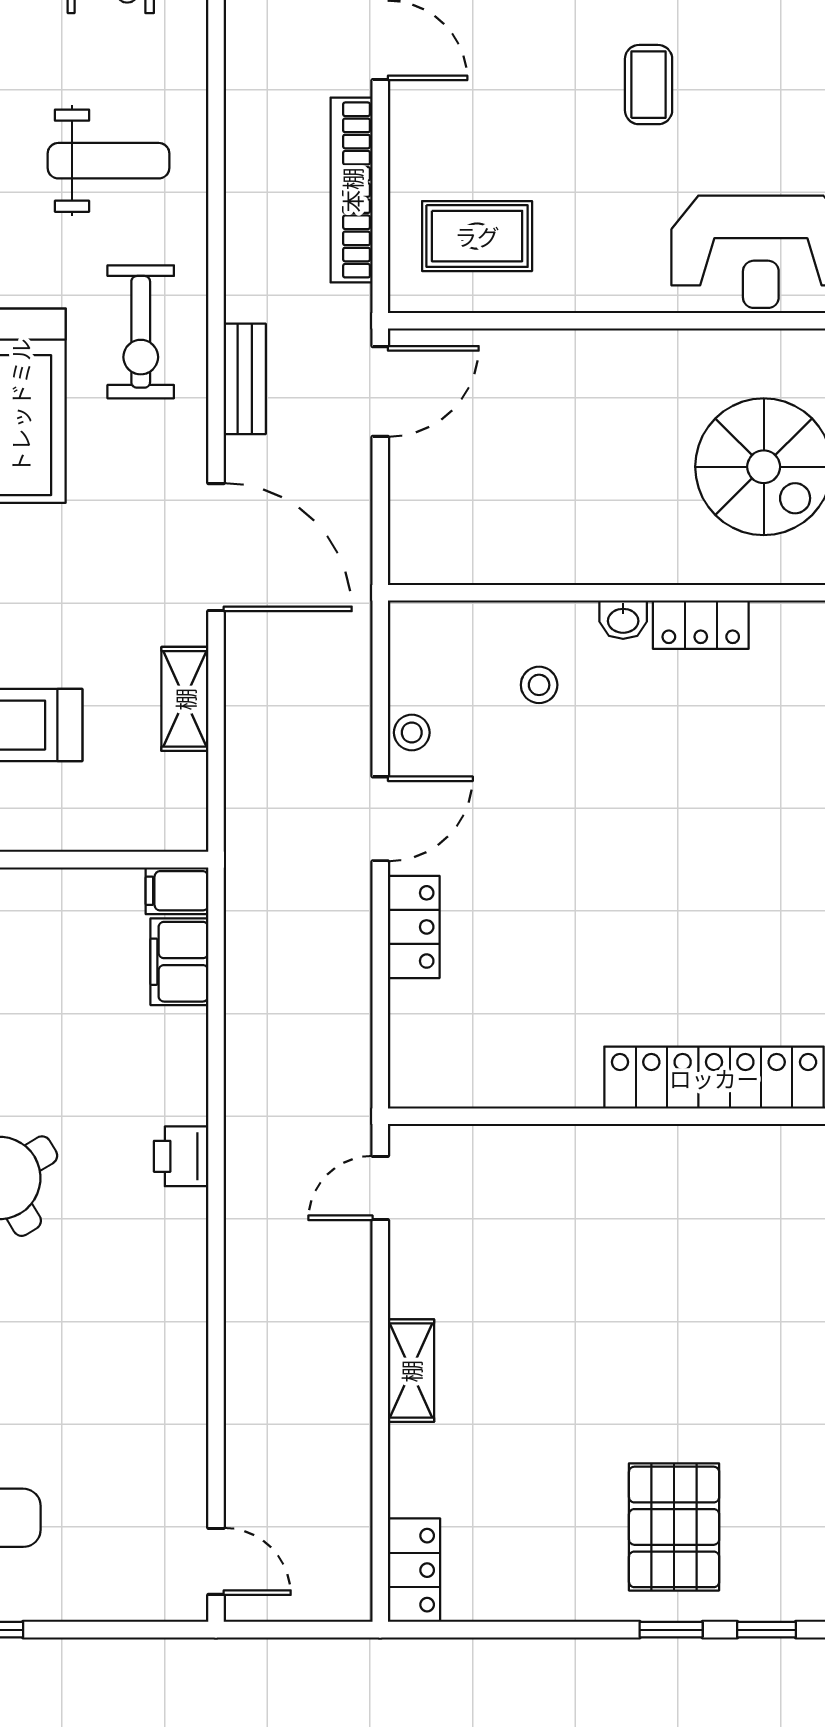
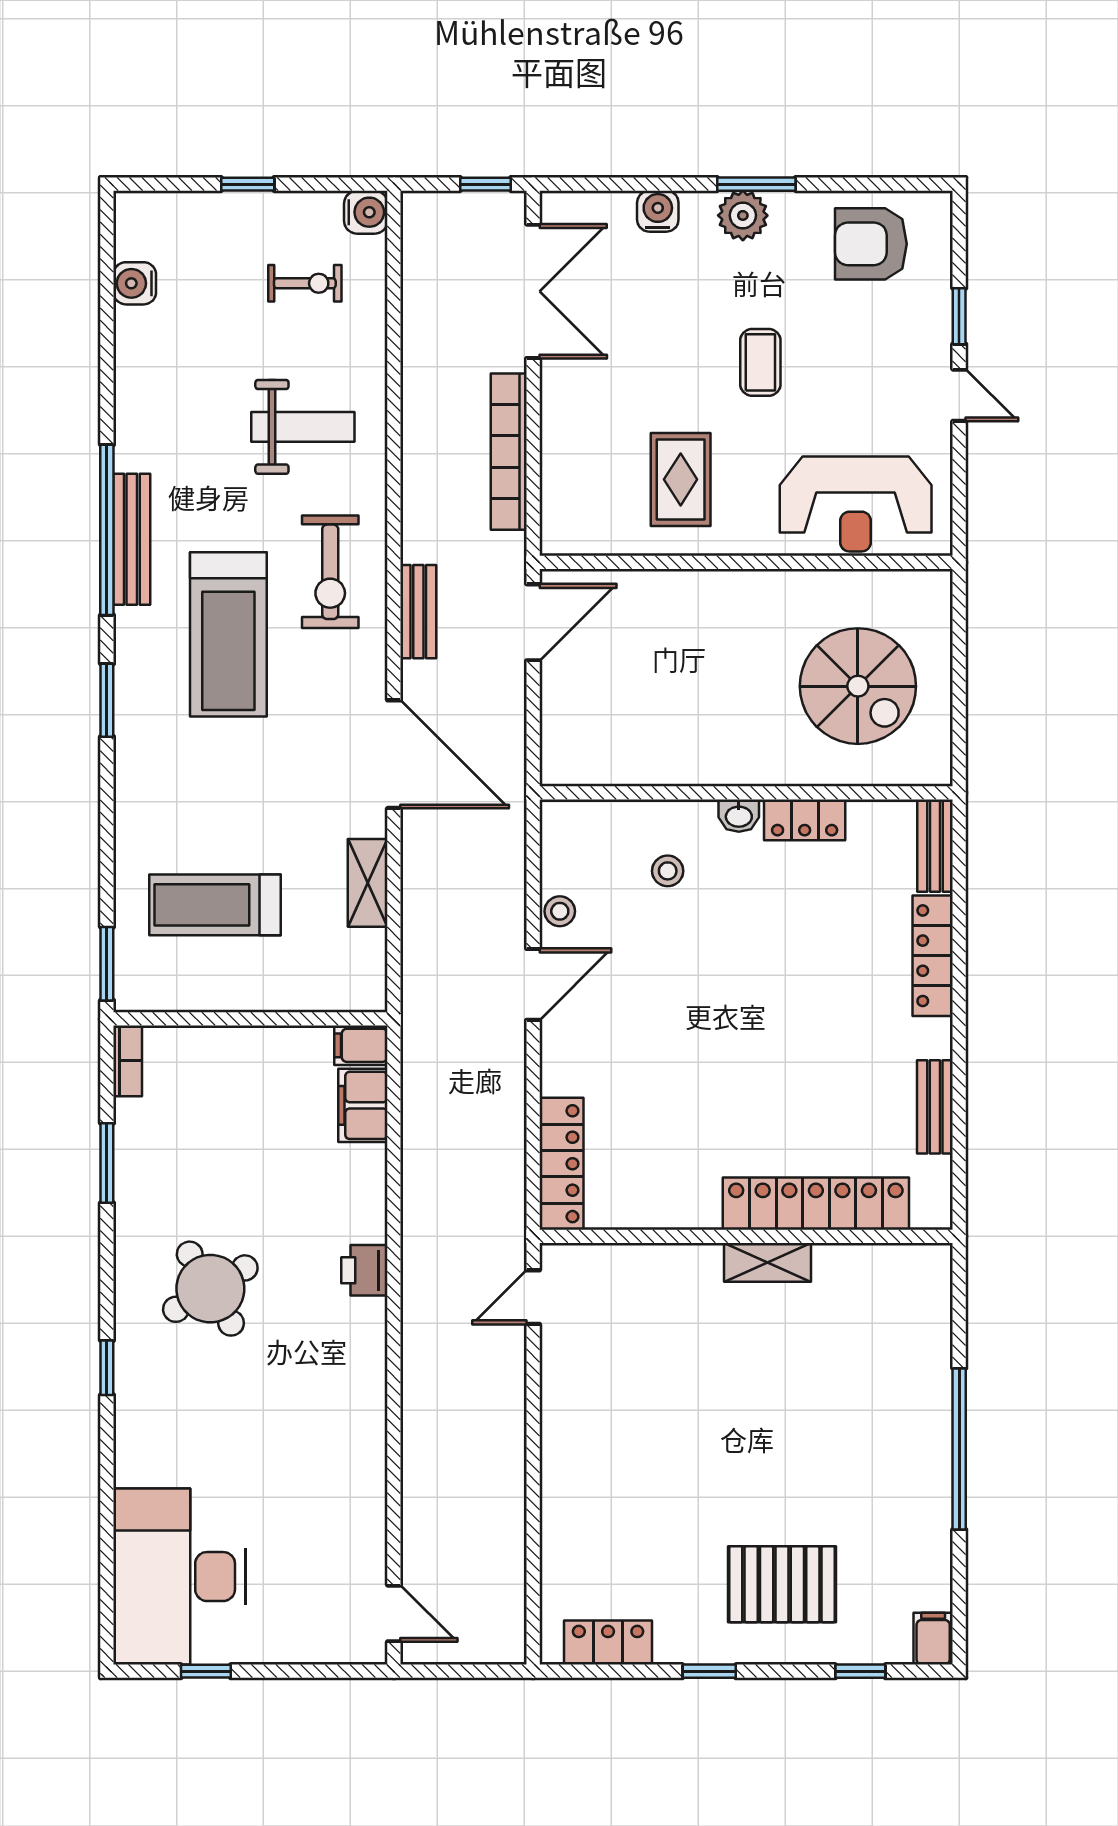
rug: (477, 236) -> (681, 479), moved, turned 90
locker: (414, 927) -> (561, 1164), moved, width x1.53
shelving: (411, 1371) -> (767, 1262), moved, turned 90
pallet: (674, 1527) -> (782, 1584), turned 90
locker: (414, 1570) -> (608, 1643), moved, turned -90
window: (671, 1630) -> (709, 1671), moved

